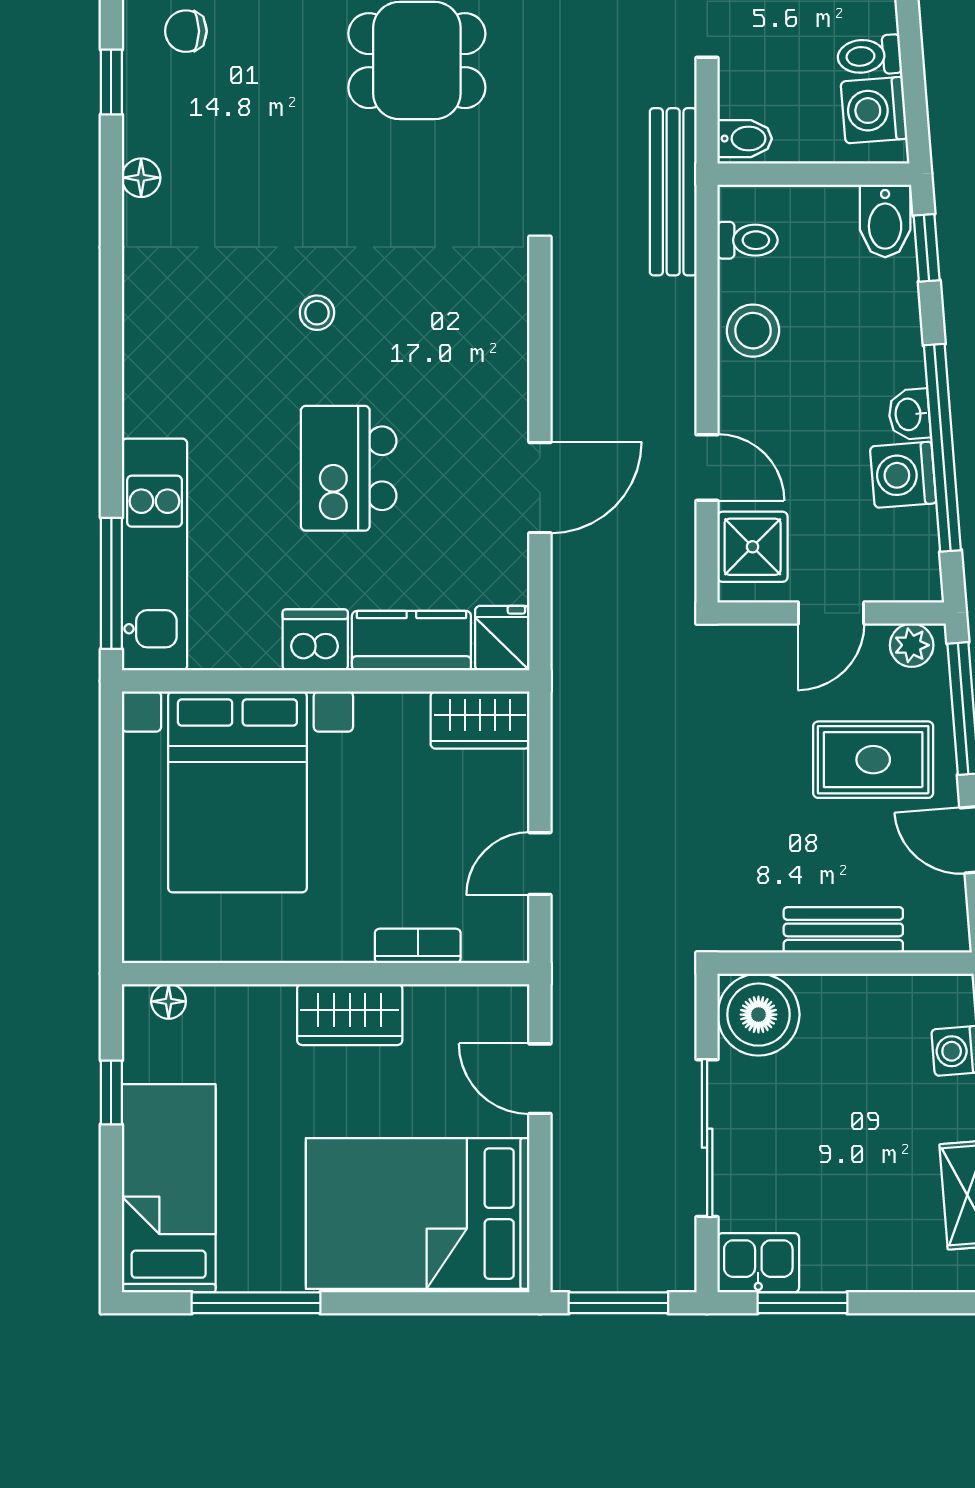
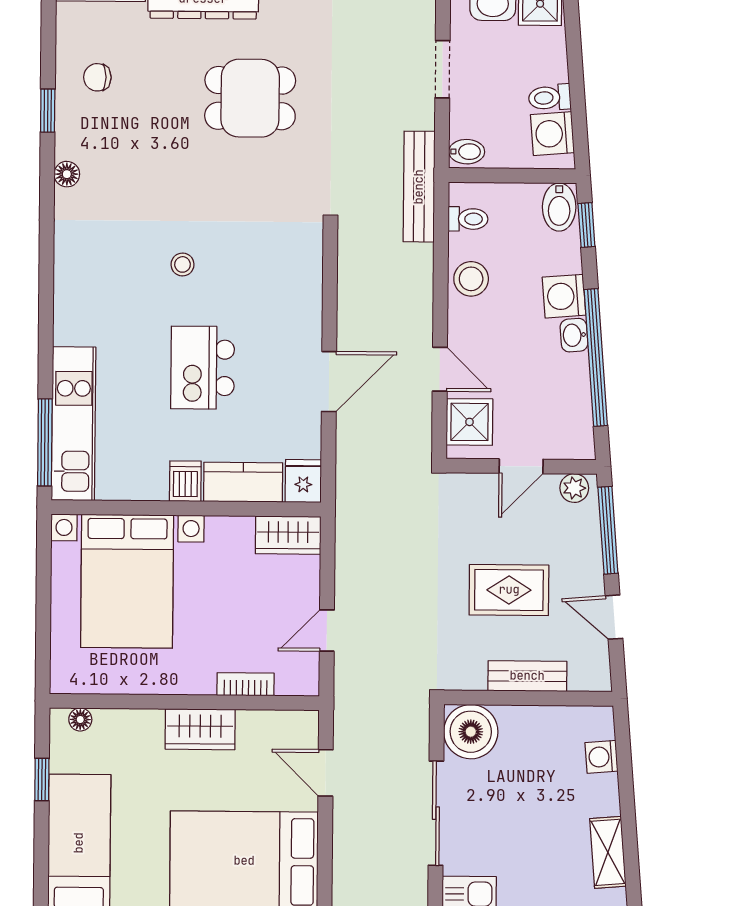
washing machine: (903, 475) -> (564, 296), moved
dishwasher: (315, 640) -> (185, 481), width x0.73
rug: (873, 760) -> (509, 590), moved

